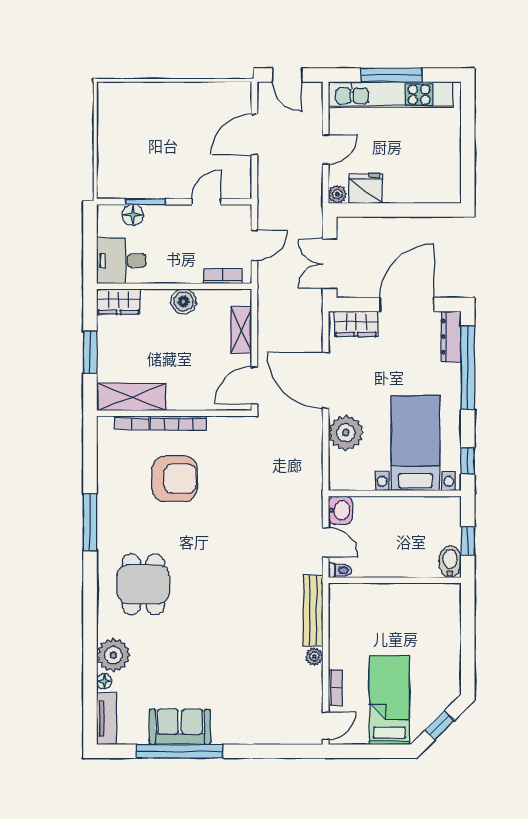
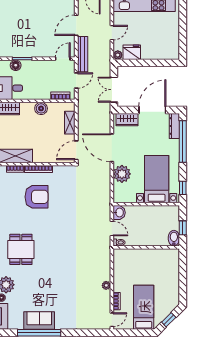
door: (206, 202) -> (63, 59), moved
bench: (313, 610) -> (83, 54), moved

